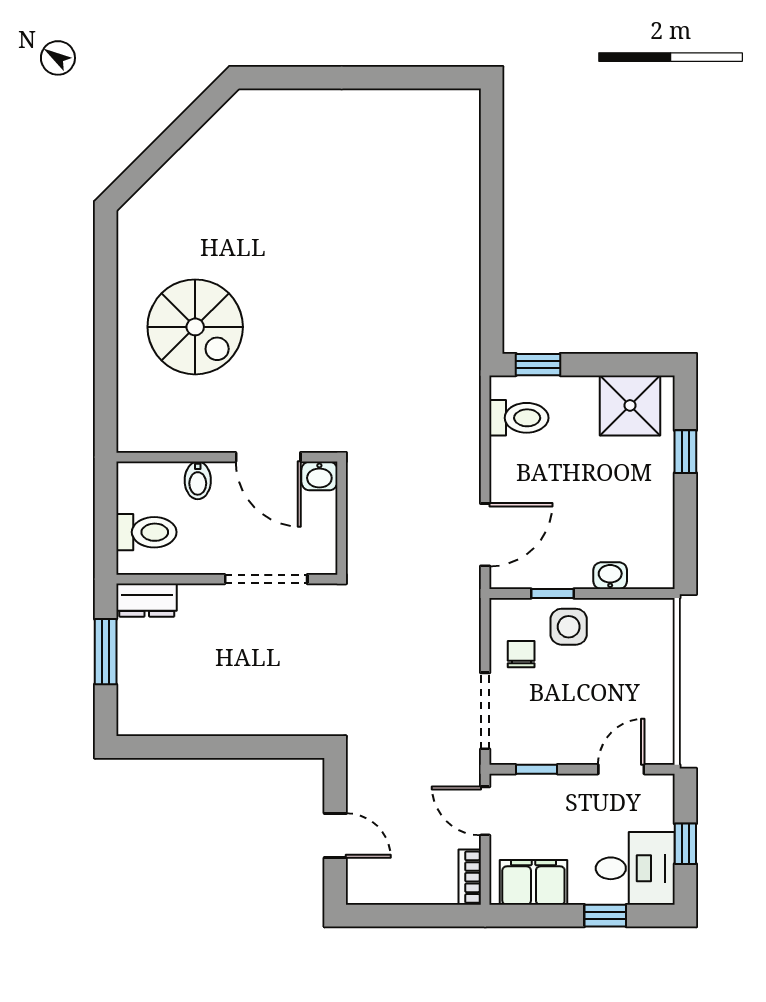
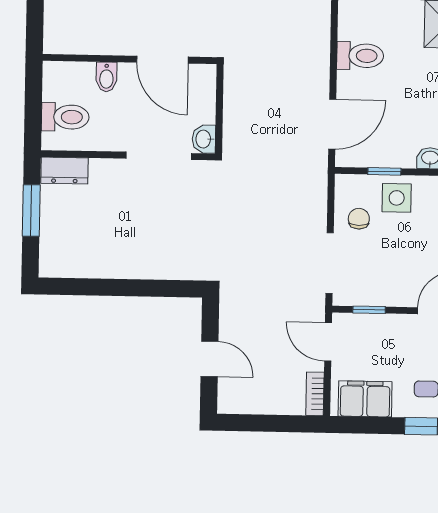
toilet: (519, 418) -> (360, 56), moved
washbasin: (319, 476) -> (204, 139), moved, turned 90

